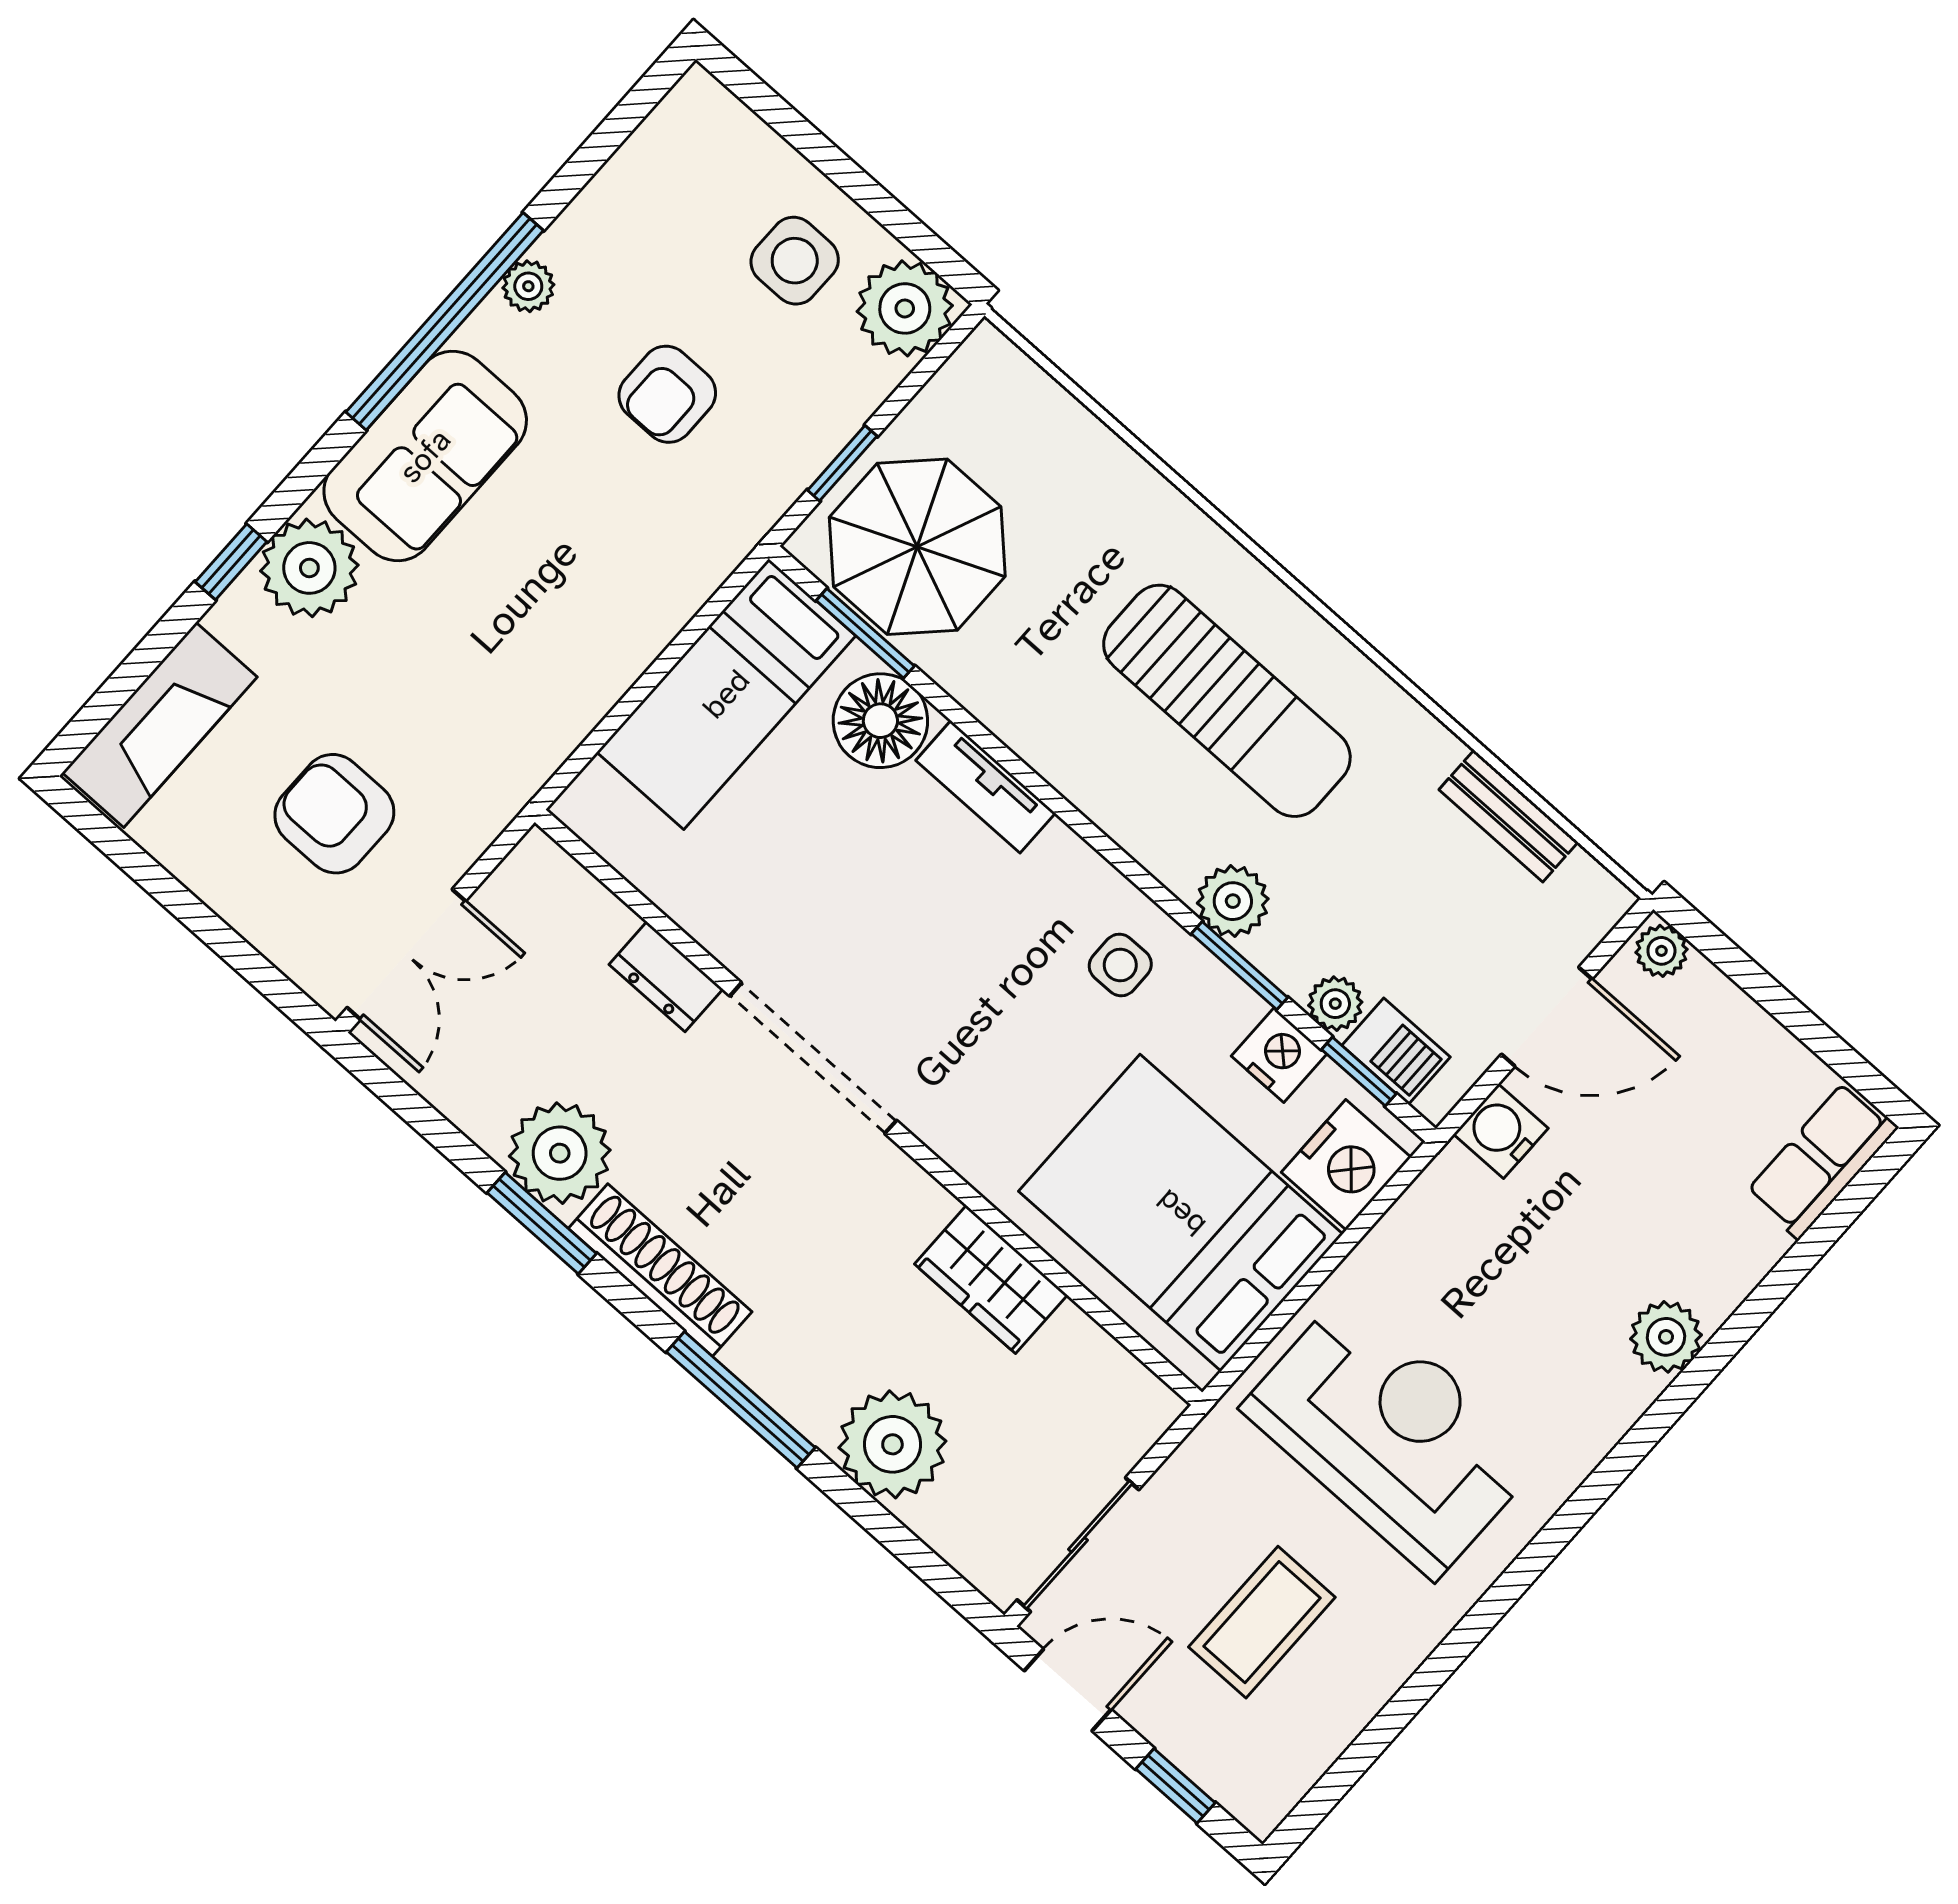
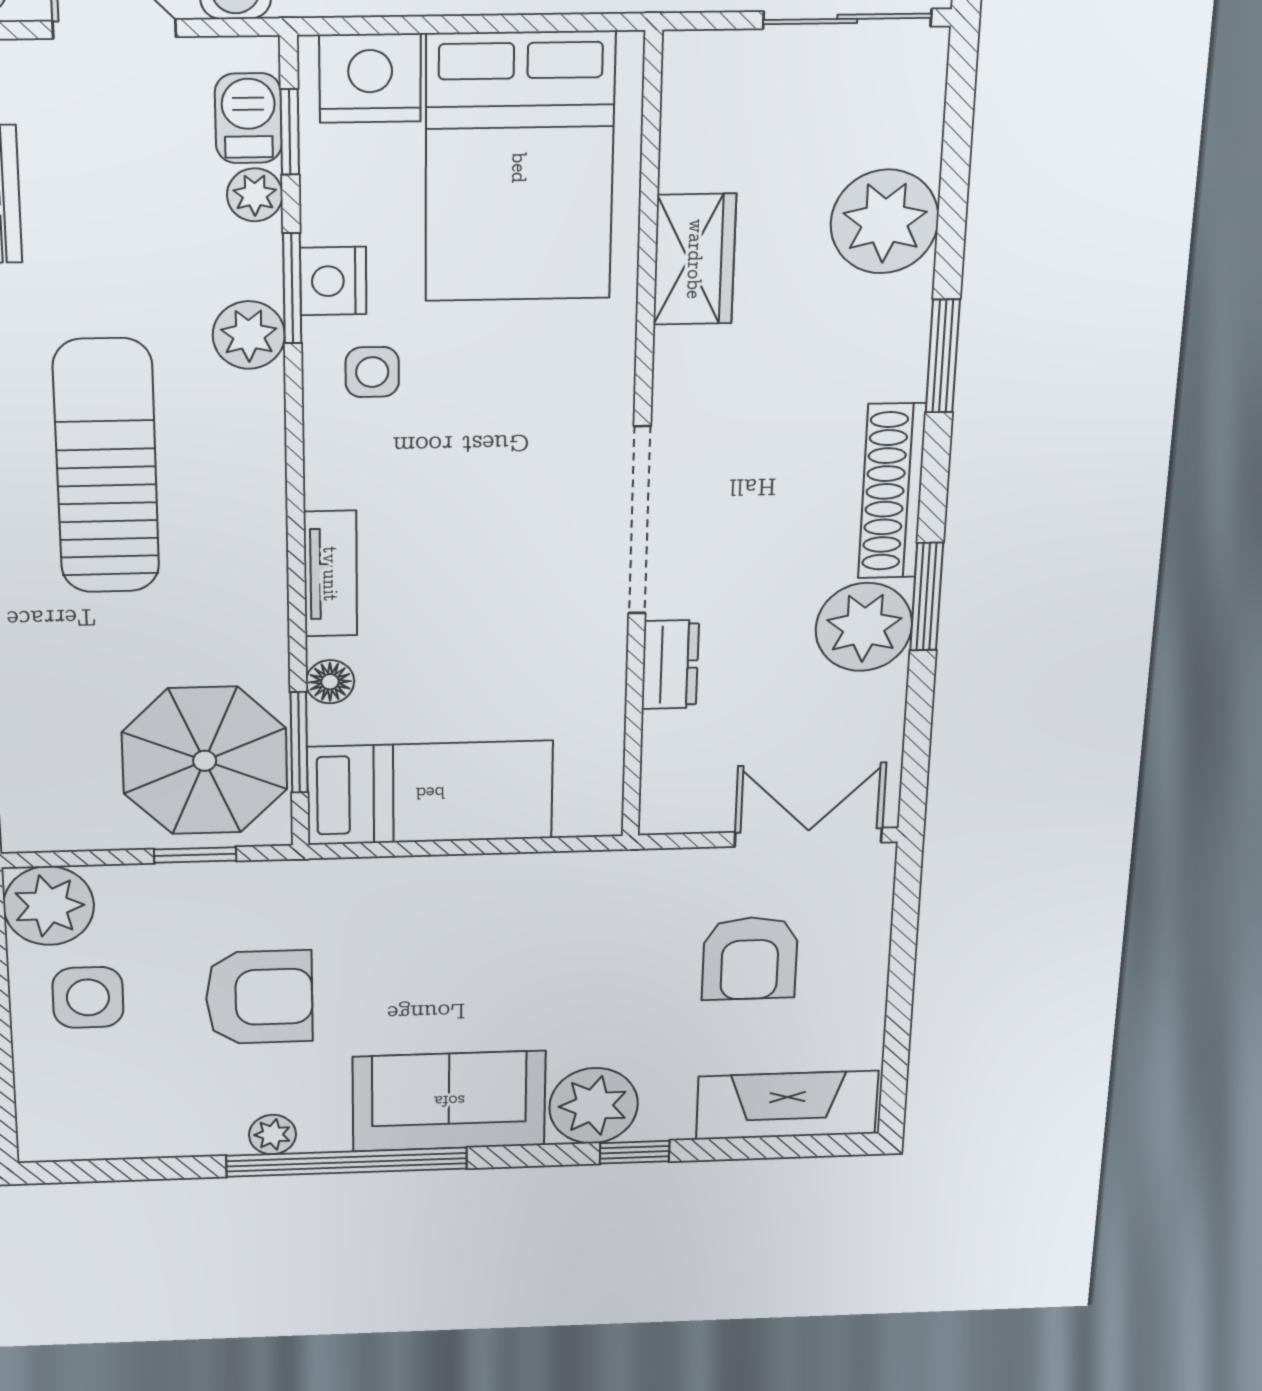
armchair: (667, 394) -> (259, 997), width x1.38, depth x1.38
floor lamp: (880, 721) -> (330, 682), width x0.53, depth x0.53
nightstand: (1279, 1055) -> (333, 281), moved
window: (741, 1400) -> (943, 356), width x0.69

